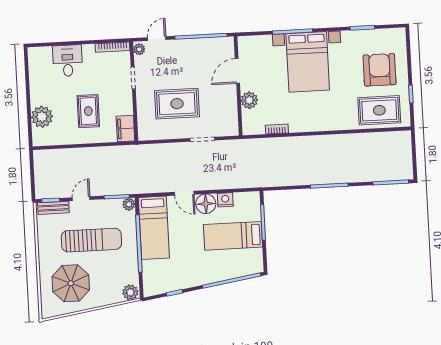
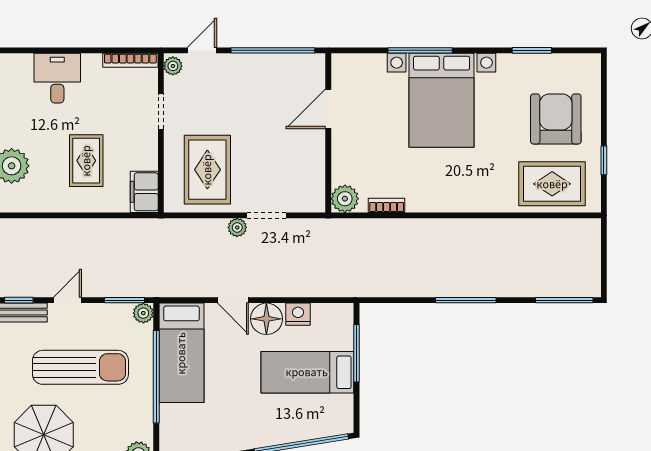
plant: (249, 100) -> (345, 199), moved
rug: (177, 104) -> (207, 170), moved, turned 90
plant: (185, 148) -> (237, 227), added

